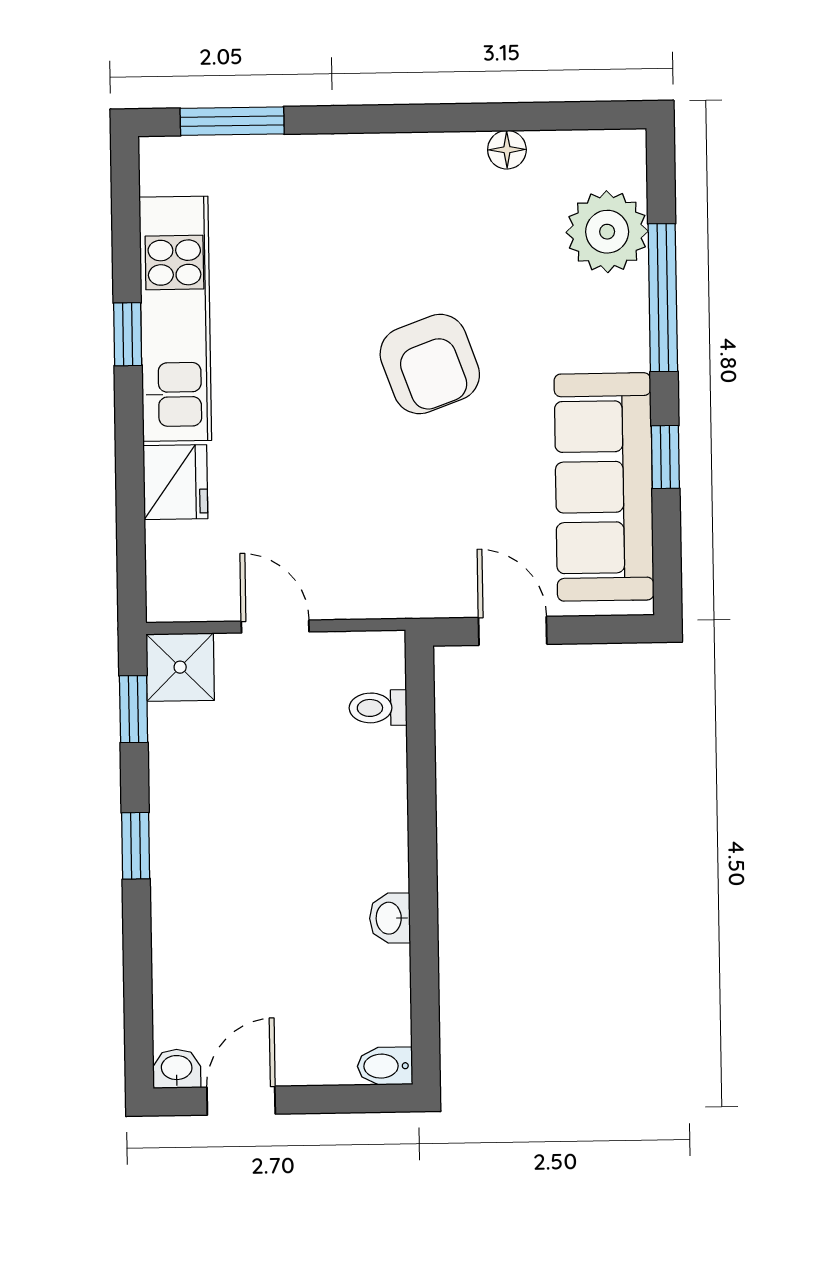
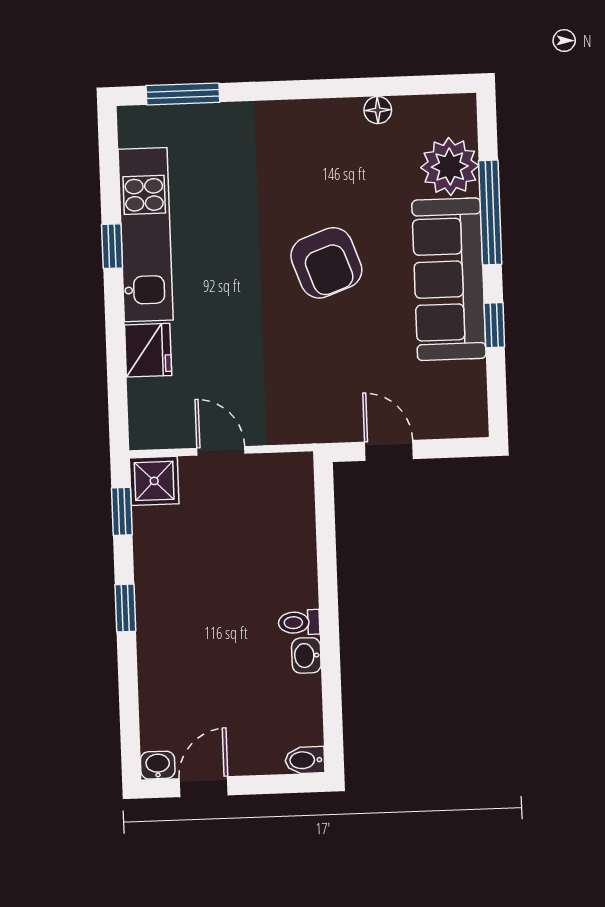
sofa: (604, 487) -> (449, 279), moved
toilet: (378, 708) -> (299, 622), moved

